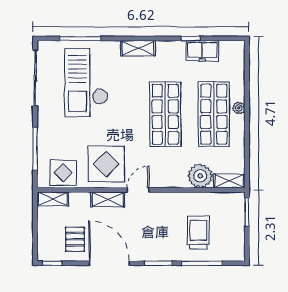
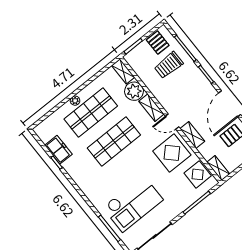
shelving: (138, 48) -> (151, 108), moved
pallet: (231, 240) -> (158, 43), added

